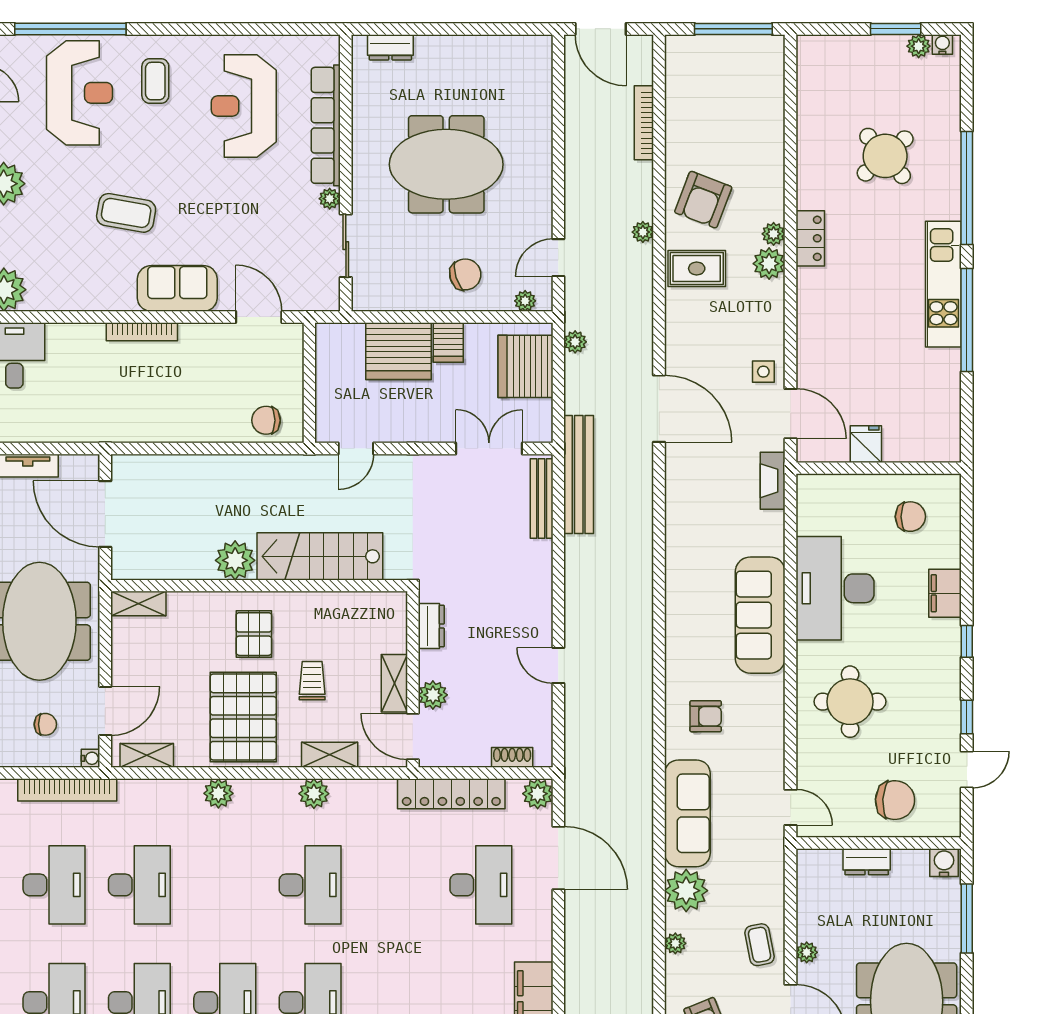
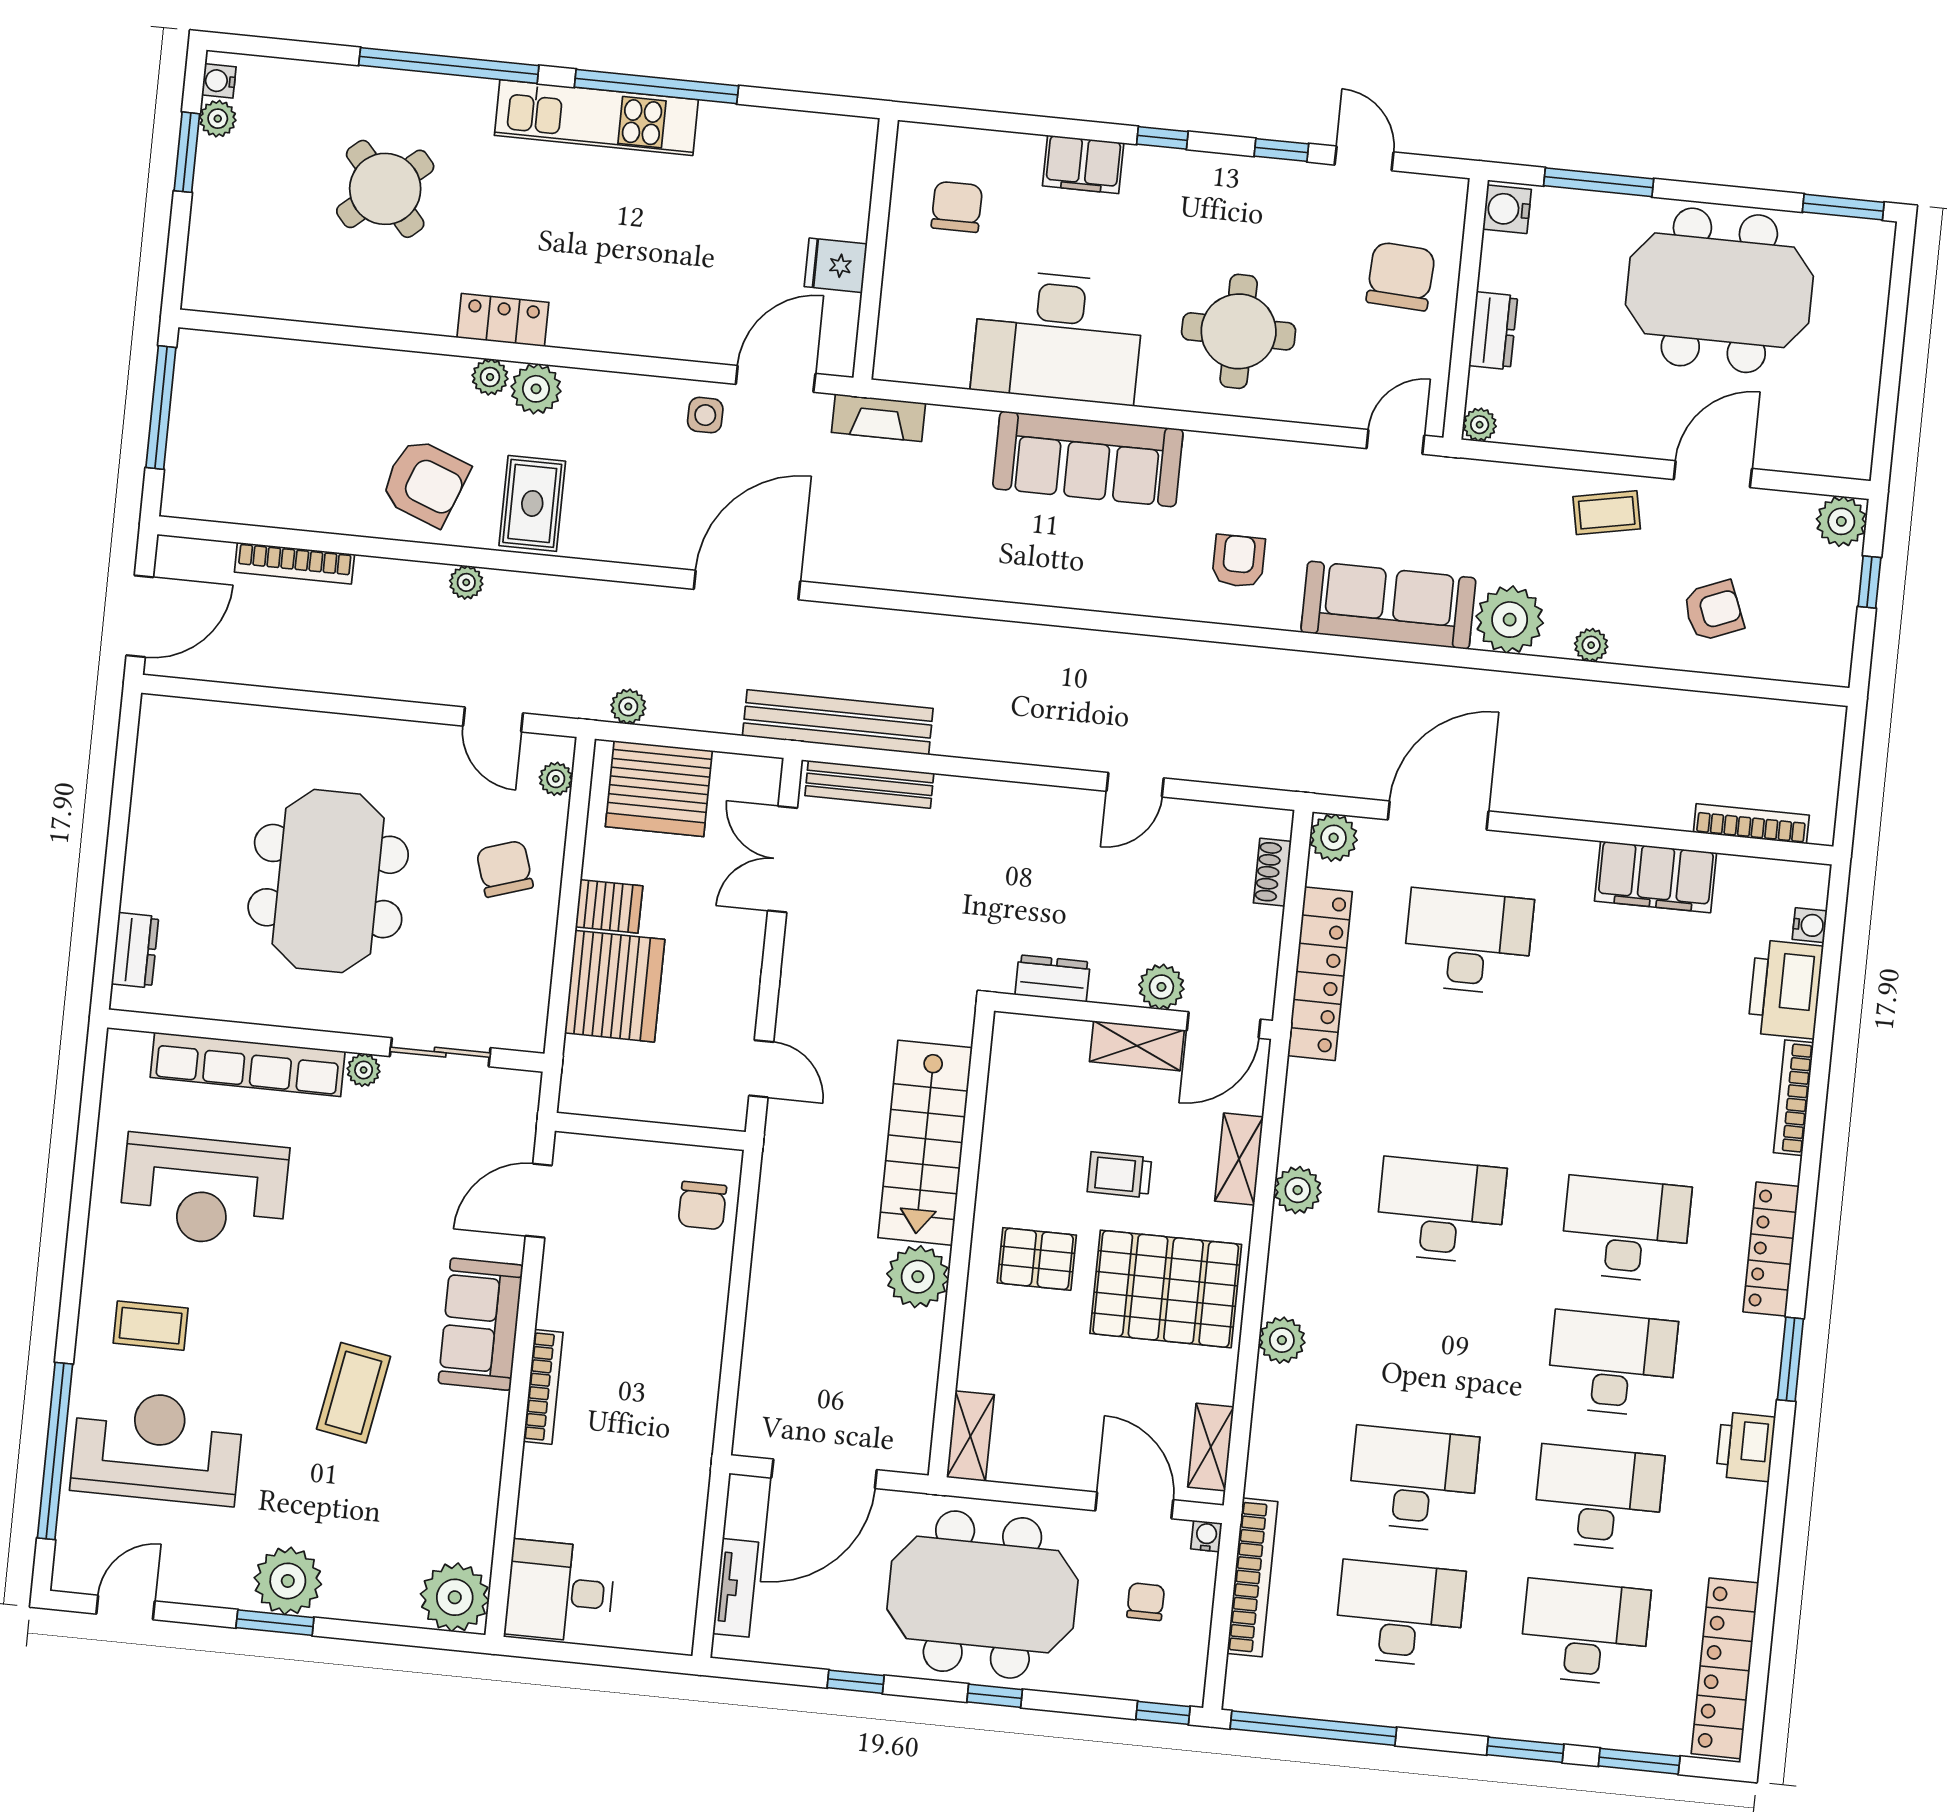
plant: (807, 952) -> (1480, 425), moved

